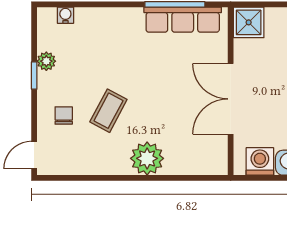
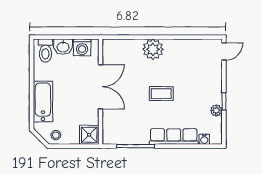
row of seats: (183, 20) -> (174, 137), moved
coffee table: (108, 111) -> (161, 94), moved, turned 62
chair: (64, 116) -> (205, 76), removed

